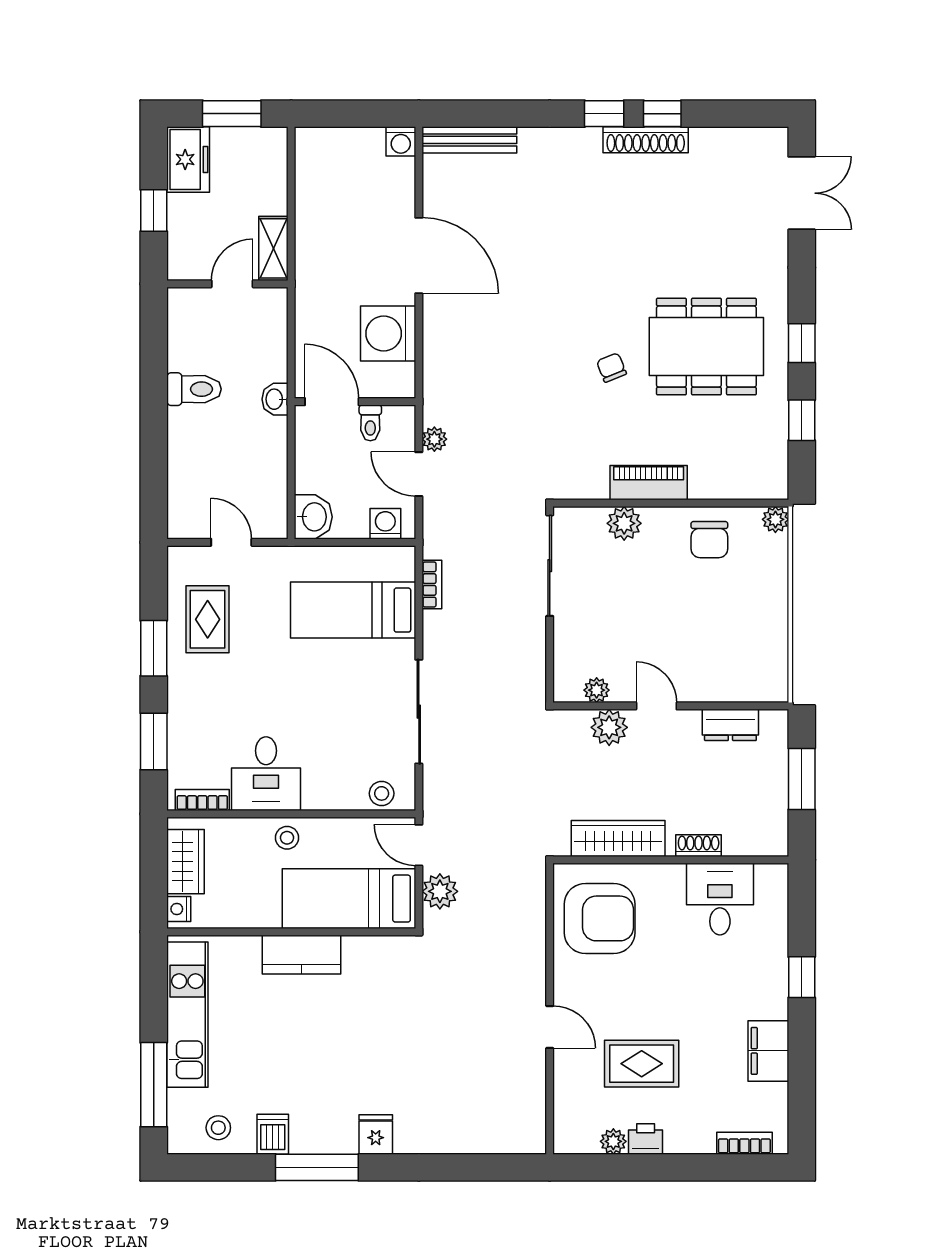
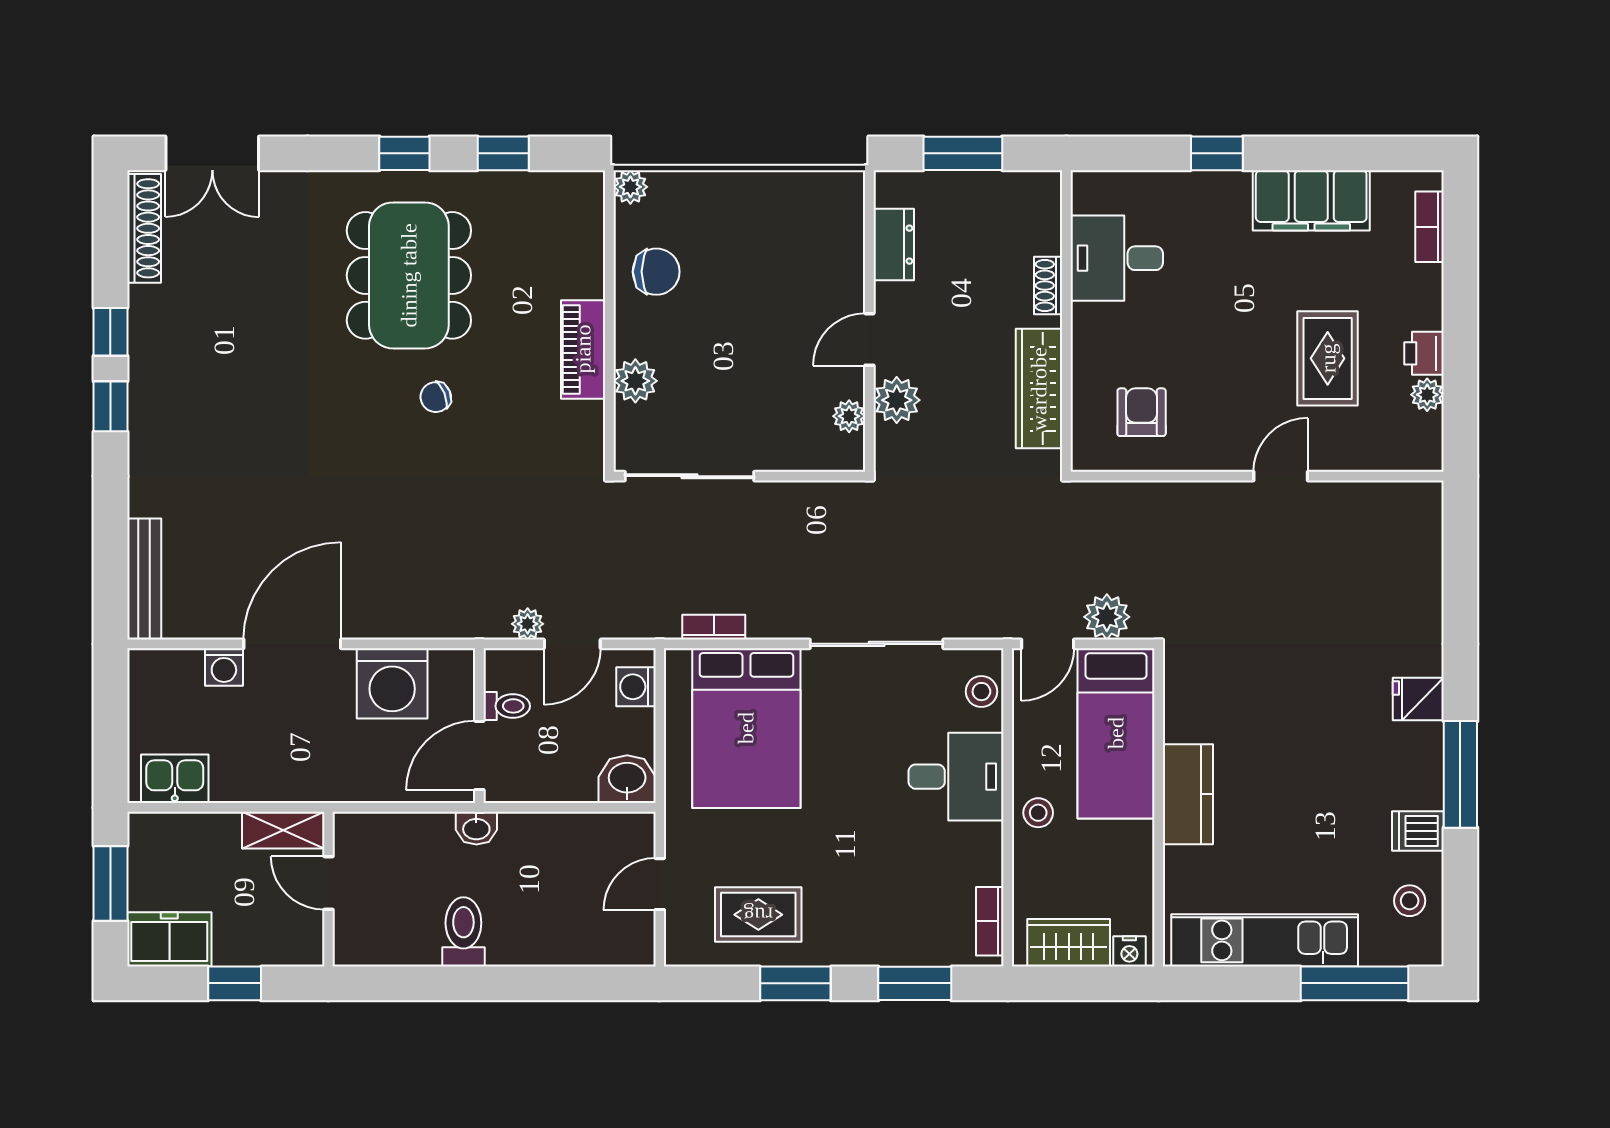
shoe rack: (646, 140) -> (144, 228), moved
washing machine: (401, 141) -> (224, 667), moved, turned 90
kitchen sink: (314, 164) -> (175, 779), added
double door: (802, 193) -> (212, 153), swing flipped
bed: (353, 610) -> (746, 728), width x1.50
desk: (266, 774) -> (956, 777), moved
armchair: (600, 918) -> (1142, 412), width x0.53, depth x0.53
filing cabinet: (768, 1051) -> (1311, 200), width x1.50, depth x1.17

